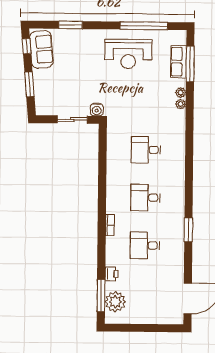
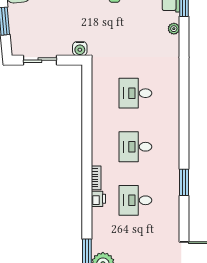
plant: (181, 104) -> (174, 41), removed
sliding door: (72, 120) -> (40, 60), moved
printer: (111, 274) -> (98, 199), moved

